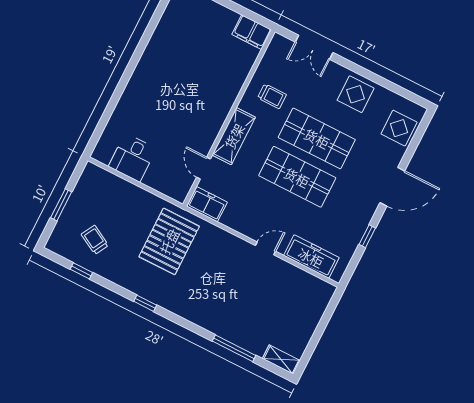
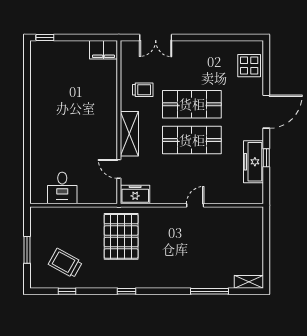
display table: (356, 94) -> (204, 57), removed
trolley: (95, 240) -> (65, 263), width x1.36, depth x1.39
freezer: (311, 257) -> (254, 162), moved, turned -90

